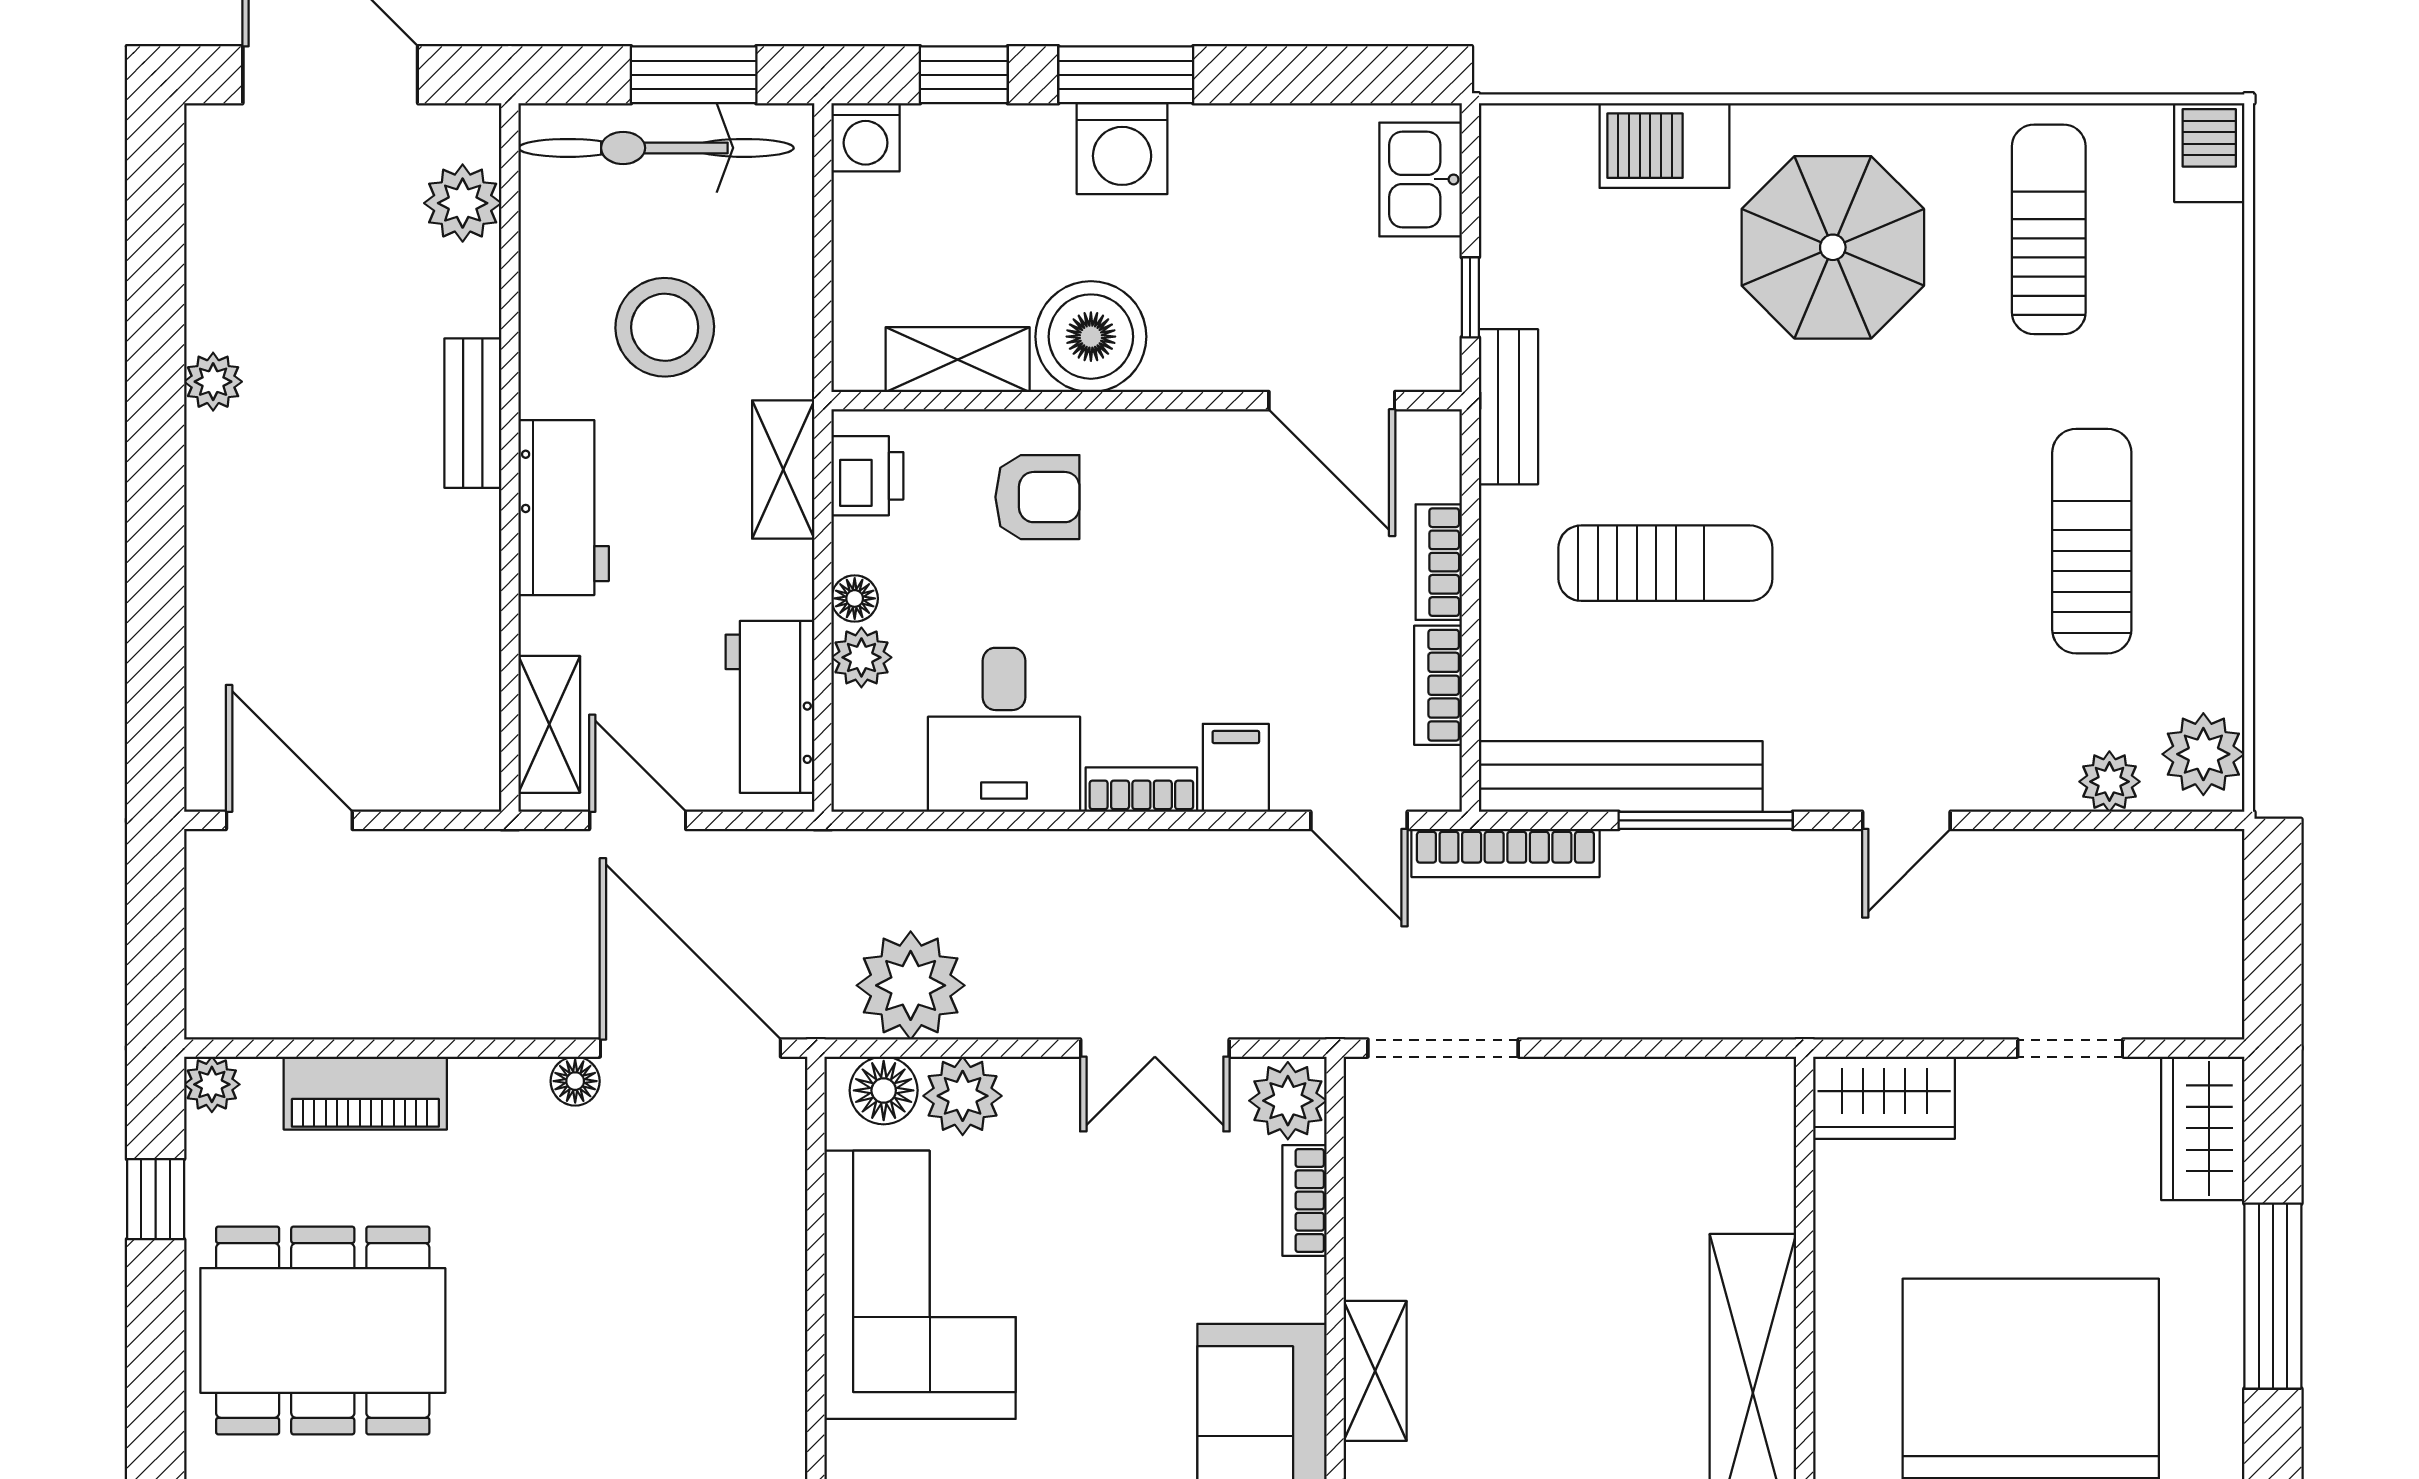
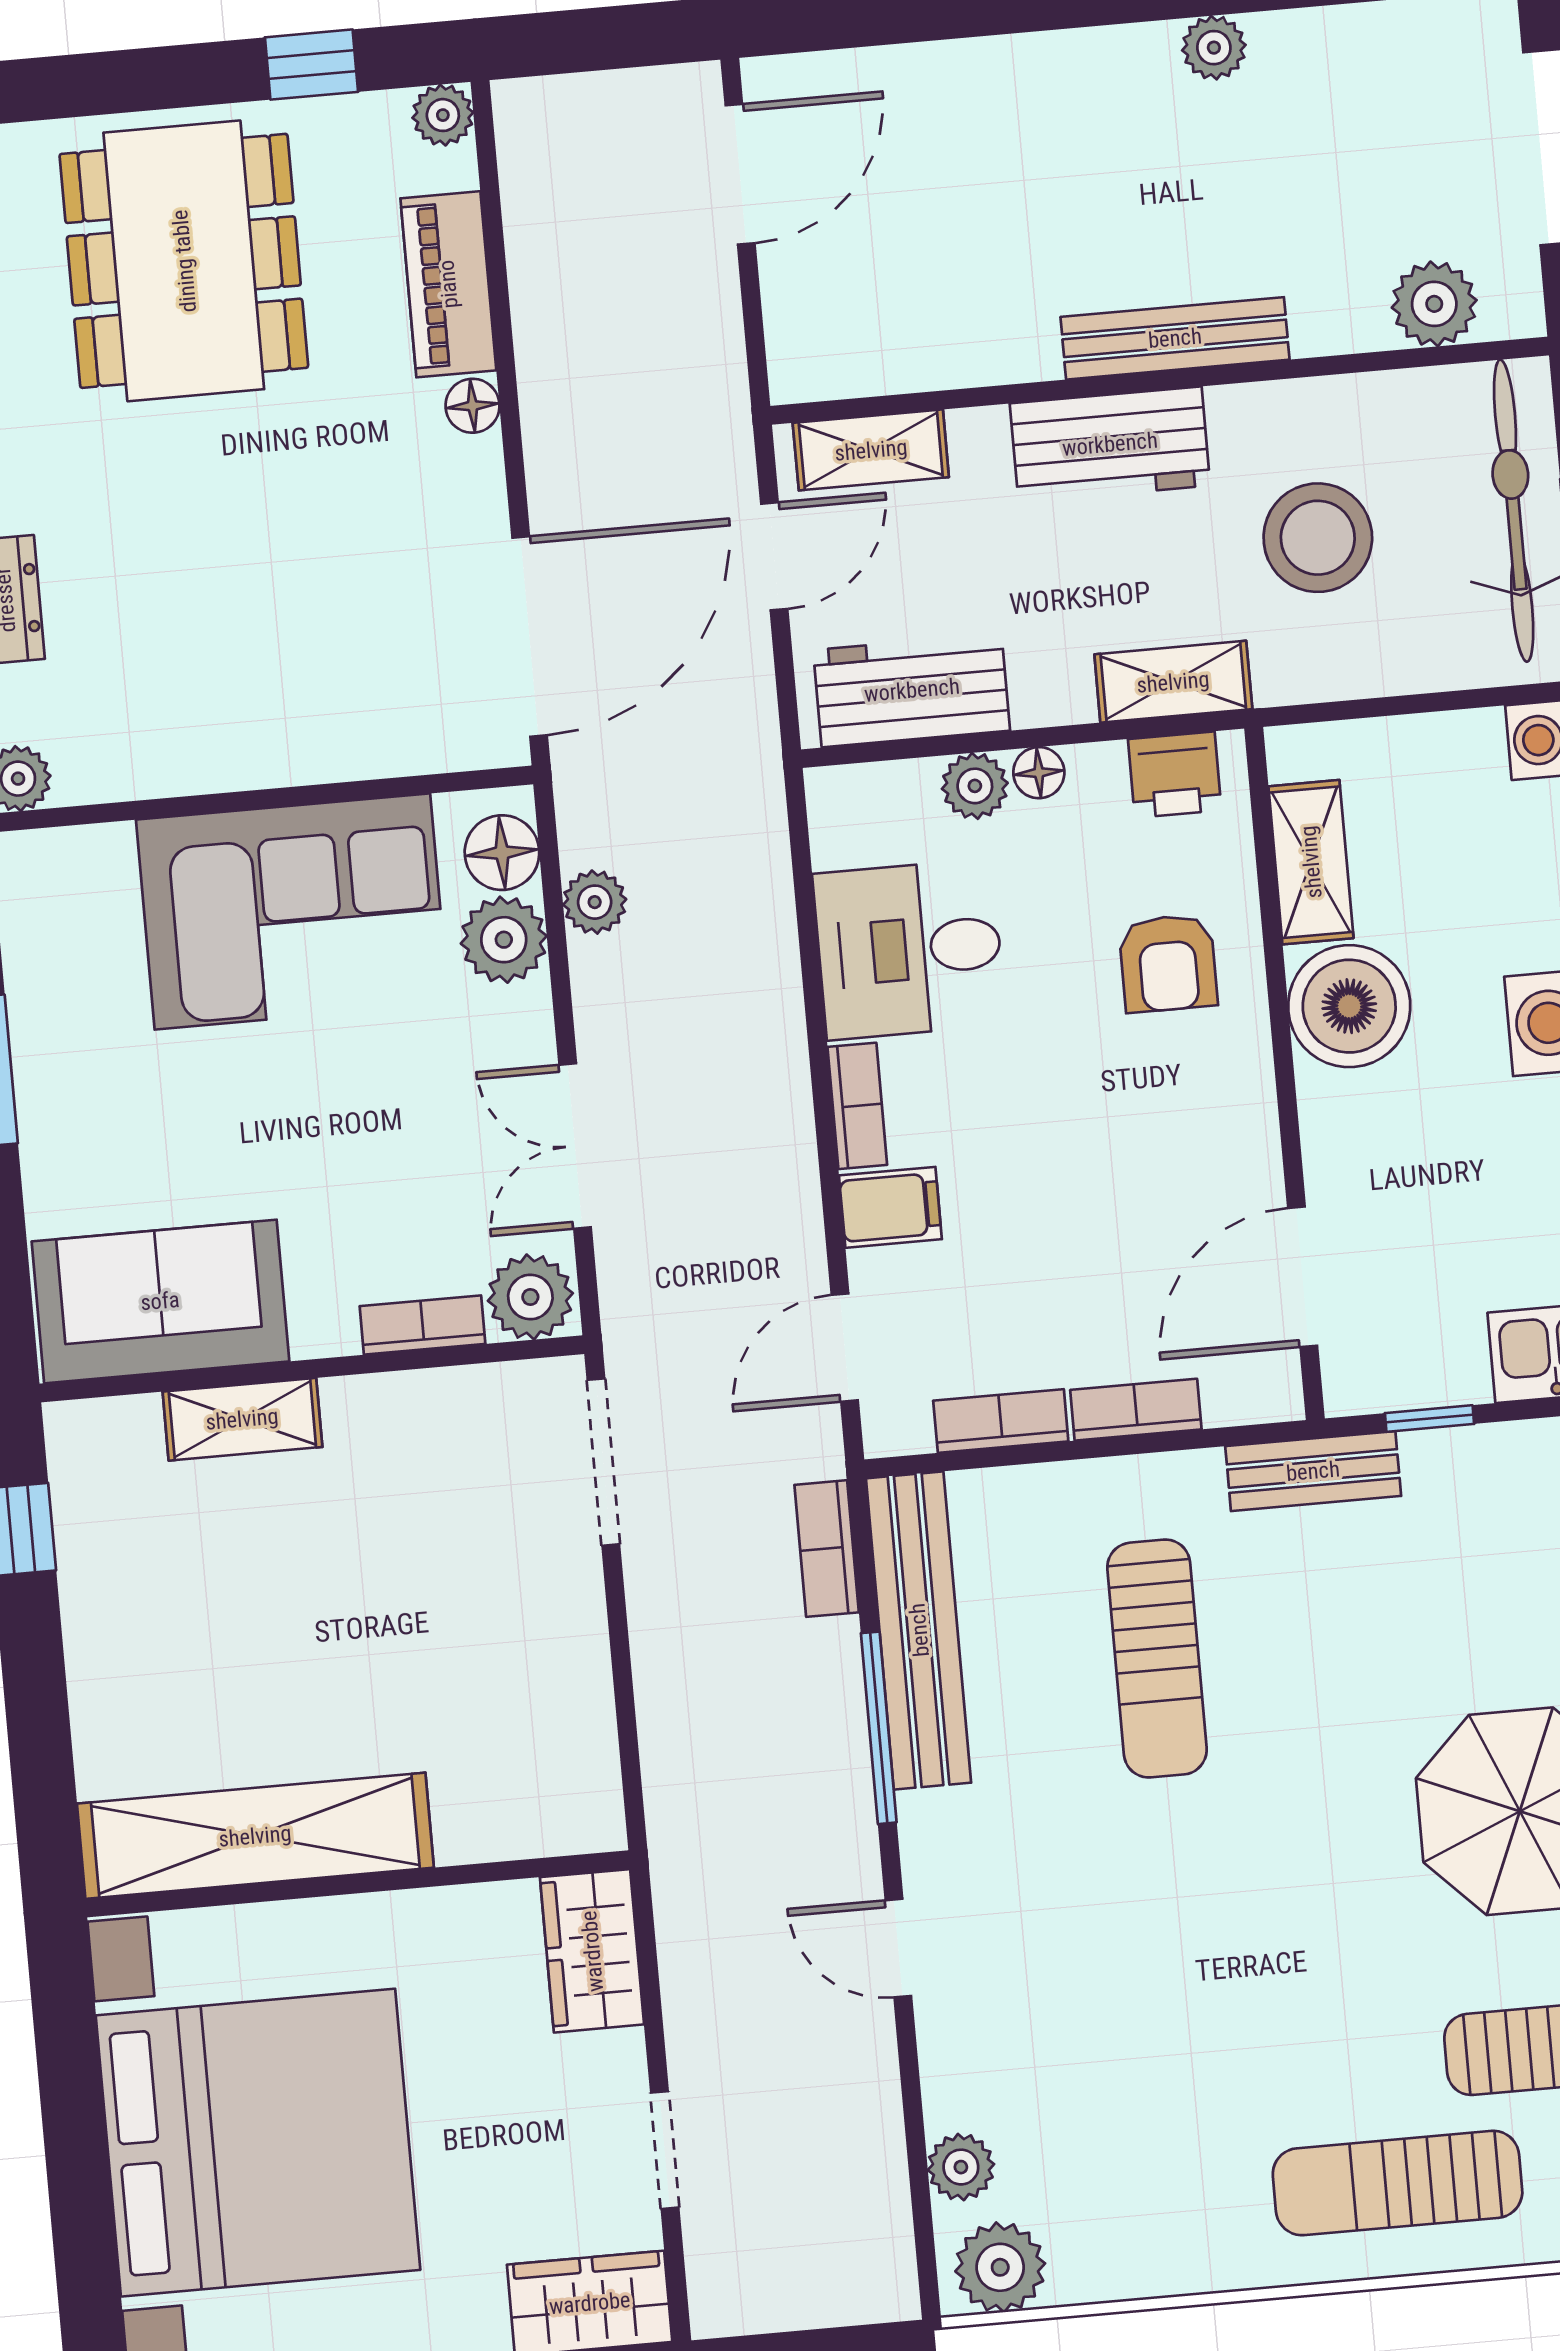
bench: (473, 413) -> (1175, 338), width x1.36
sun lounger: (2092, 541) -> (1398, 2183), moved, turned 180
bookcase: (1505, 853) -> (827, 1549), width x0.64
plant: (911, 985) -> (595, 902), width x0.53, depth x0.53
floor lamp: (575, 1081) -> (472, 406), moved

